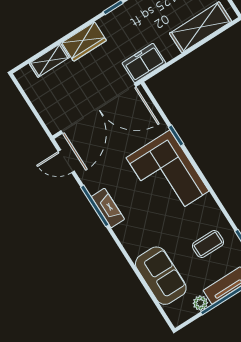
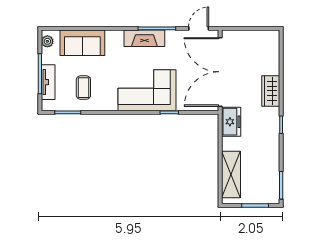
shelving: (49, 60) -> (273, 60), removed
fireplace: (108, 208) -> (144, 38), width x1.37, depth x1.32
plant: (200, 303) -> (47, 41), moved

